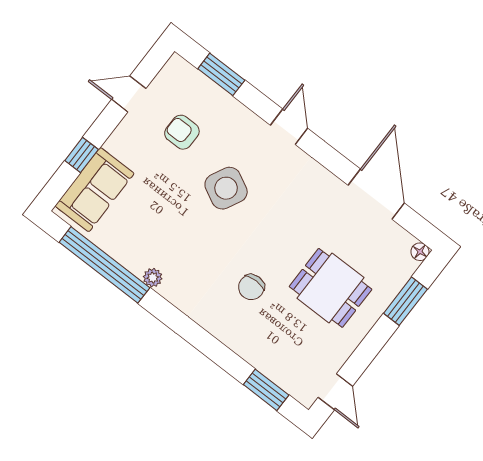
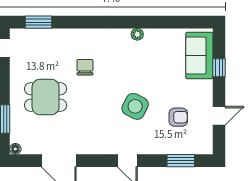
window: (104, 265) -> (166, 22), removed

